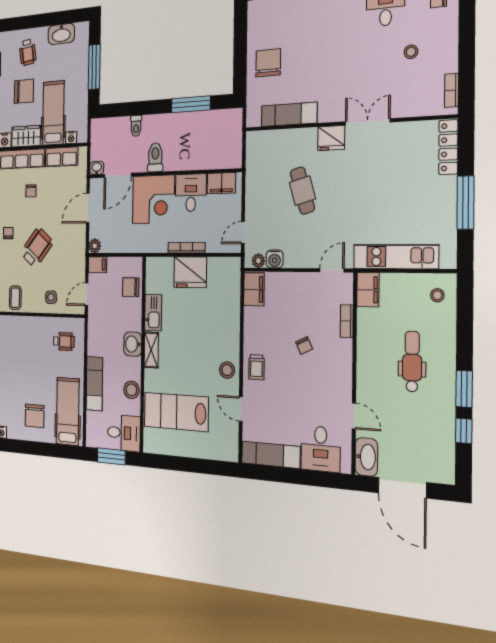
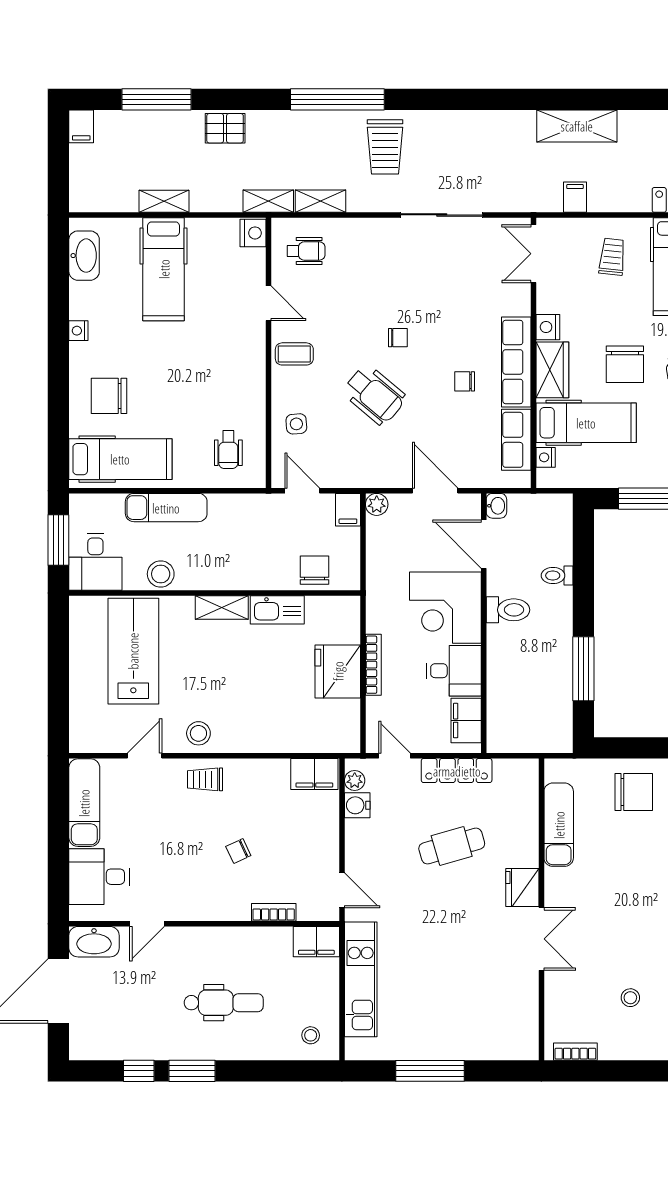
locker: (448, 147) -> (457, 771), moved, turned 180
washbasin: (133, 344) -> (229, 575), removed

